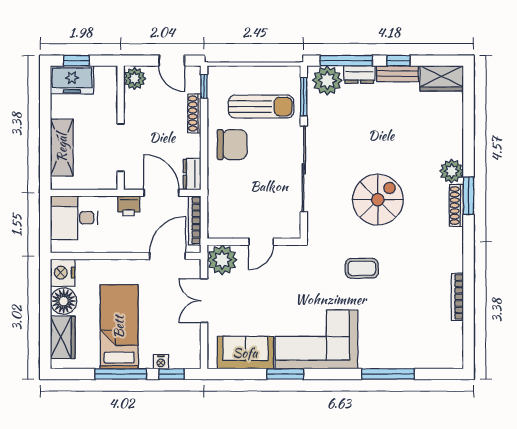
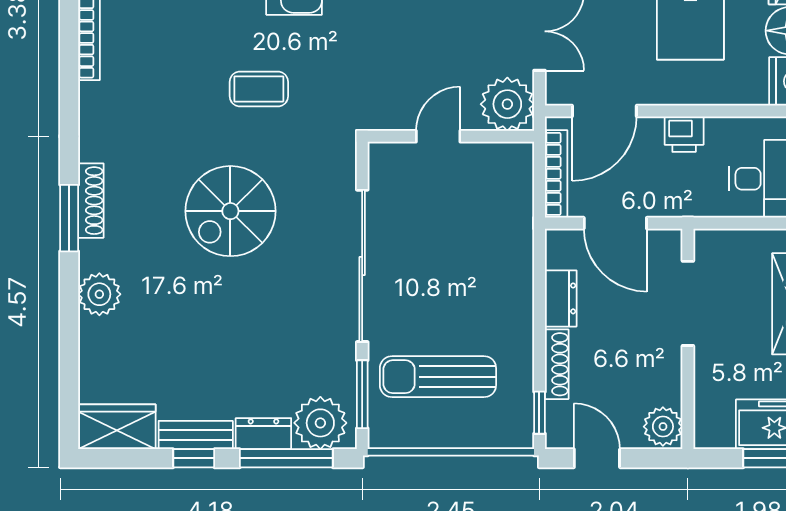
chair: (232, 145) -> (489, 309), removed
plant: (452, 171) -> (99, 294), moved
dresser: (192, 174) -> (561, 298), moved
printer: (129, 206) -> (684, 134), moved, turned 180

